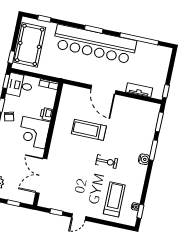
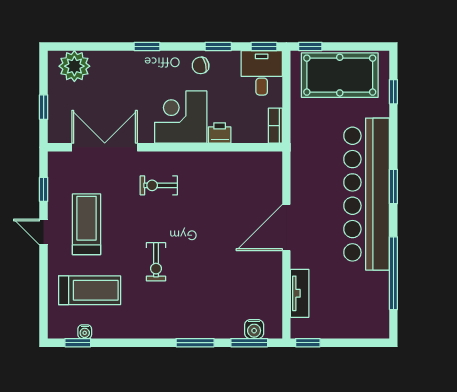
treadmill: (89, 130) -> (87, 224), moved
exercise bike: (67, 152) -> (159, 185), added
water cooler: (144, 159) -> (254, 329), moved

